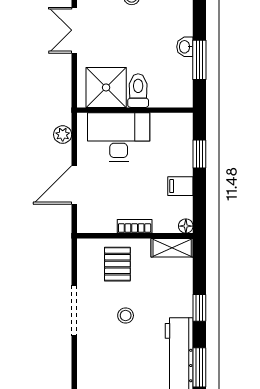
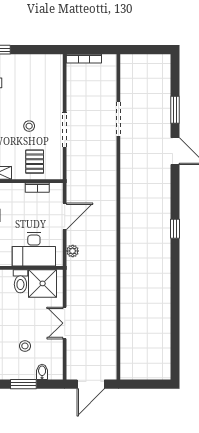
double door: (74, 30) -> (65, 323), swing flipped
bookcase: (135, 226) -> (37, 188), moved

